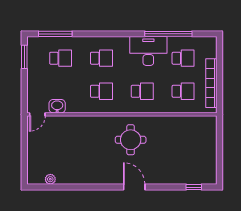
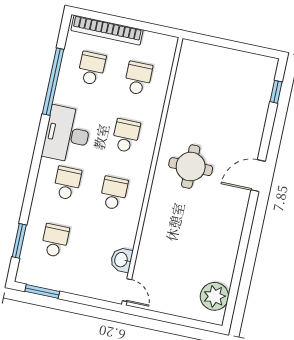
window: (55, 34) -> (19, 241), width x0.69
desk: (148, 51) -> (67, 134), moved
bookcase: (211, 83) -> (107, 30), moved
plant: (50, 179) -> (214, 296), width x1.87, depth x1.87

